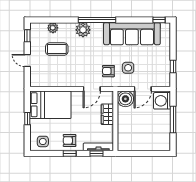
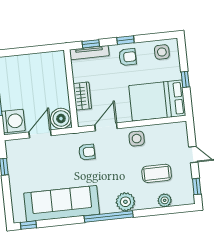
side table: (128, 68) -> (137, 139), moved

